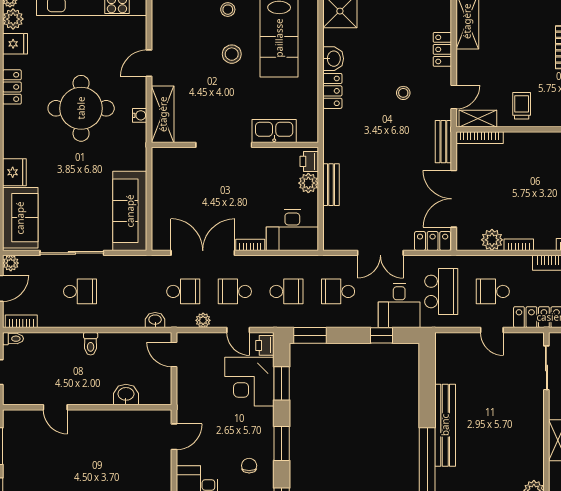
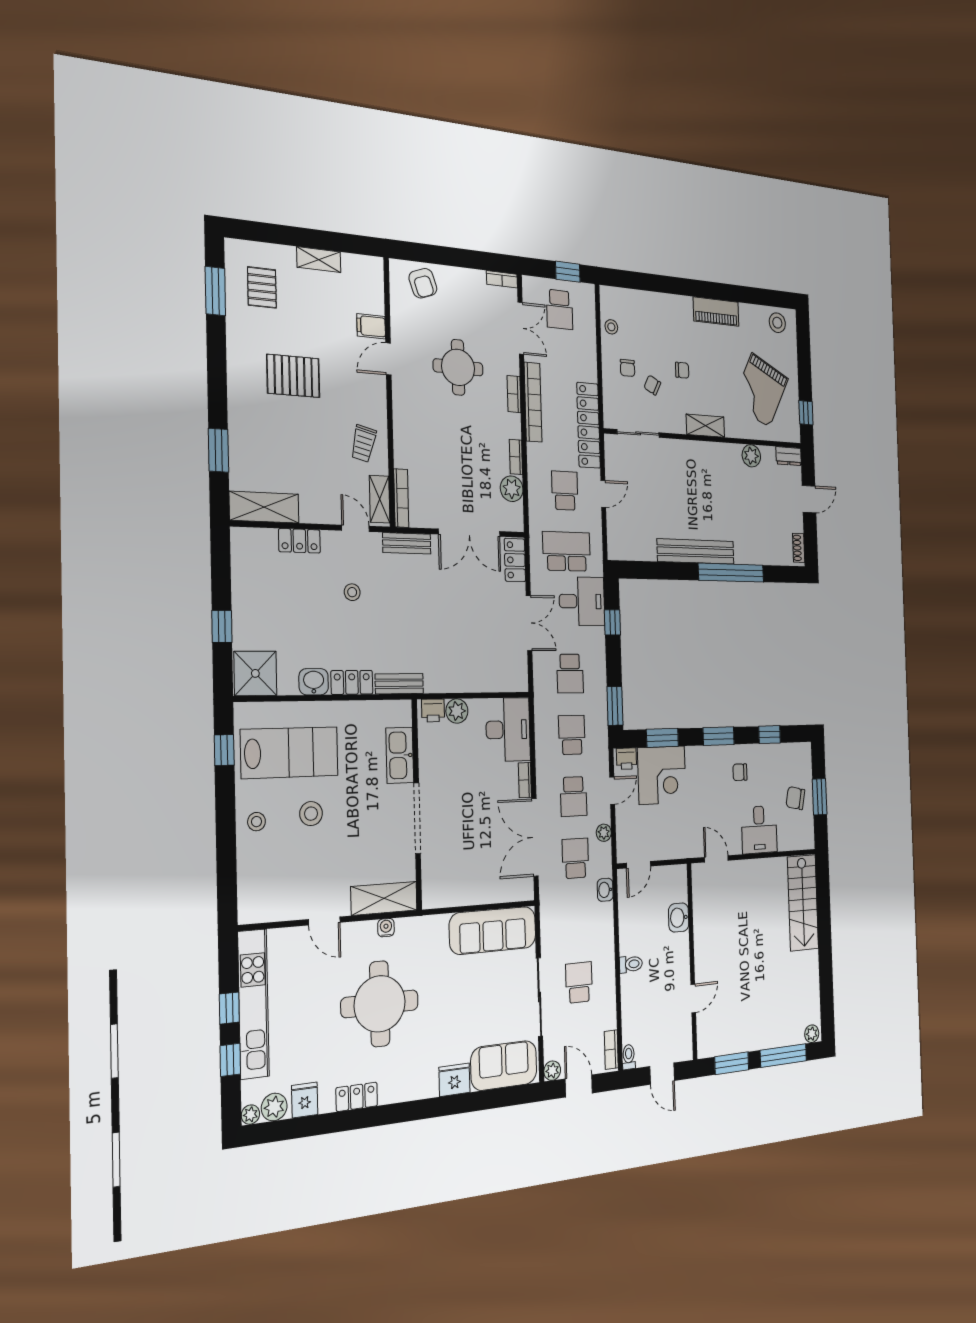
trolley: (522, 106) -> (363, 443), turned -76
bench: (331, 185) -> (399, 684), moved
school desk: (493, 291) -> (565, 491), turned 180

